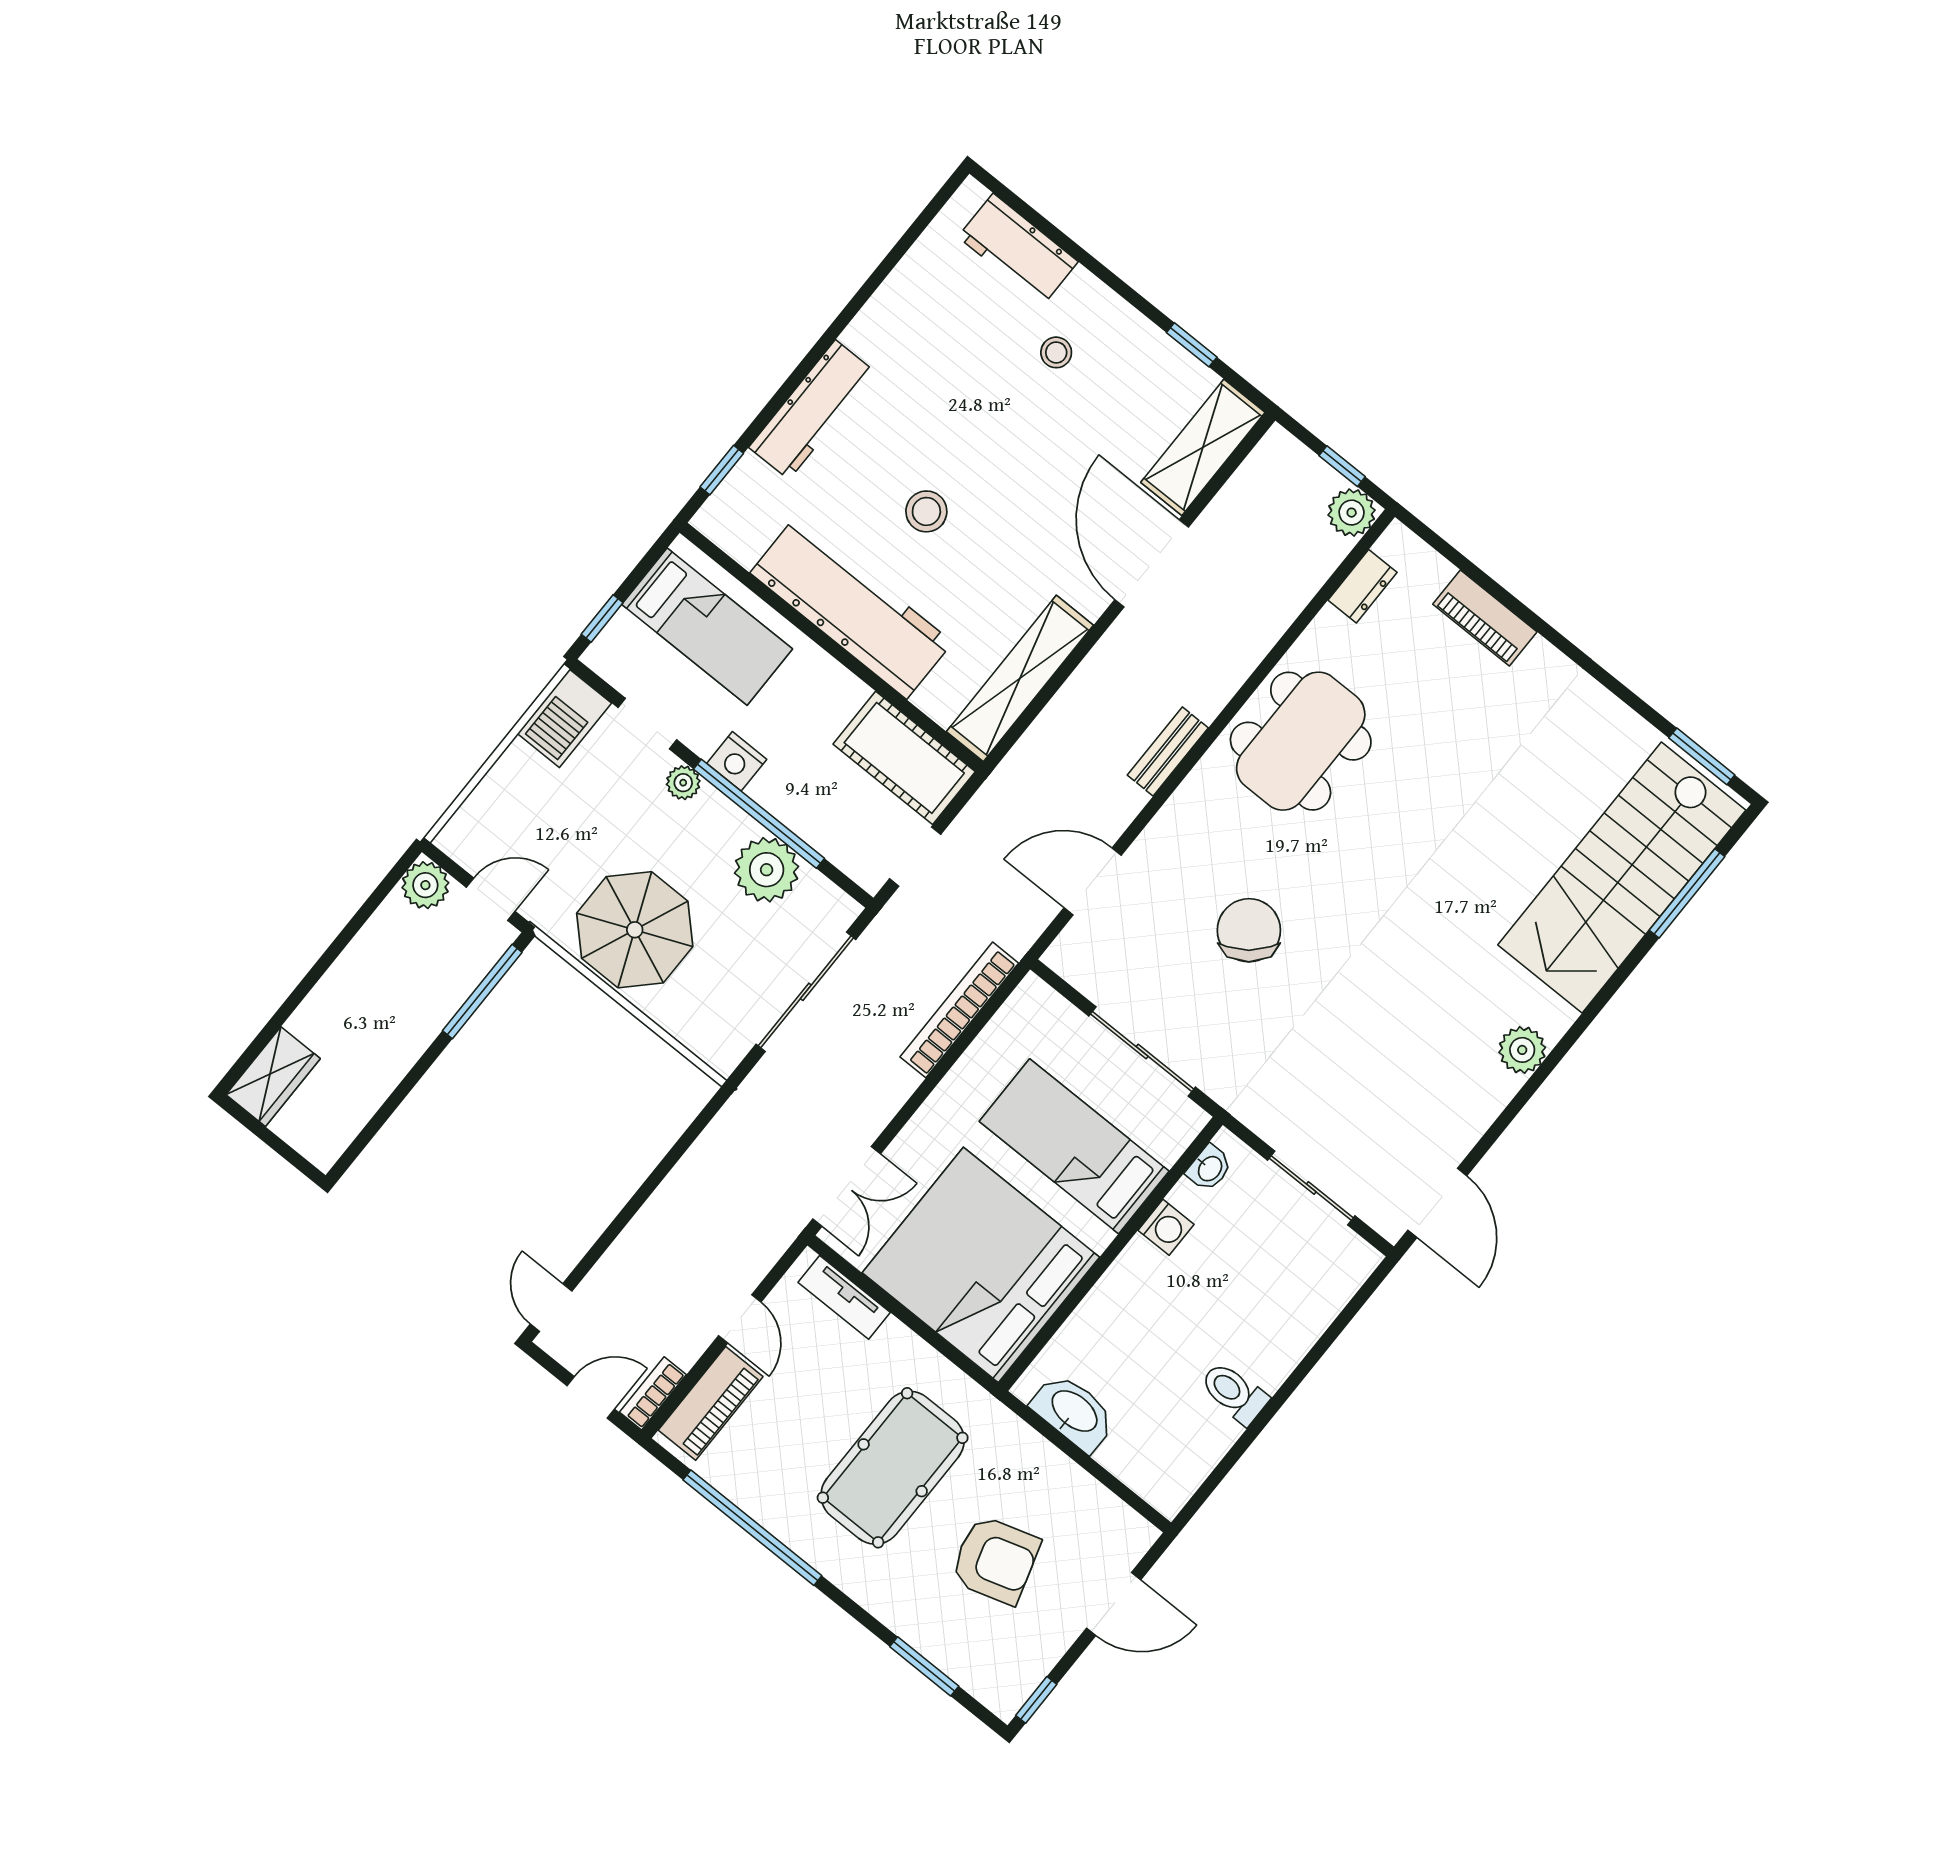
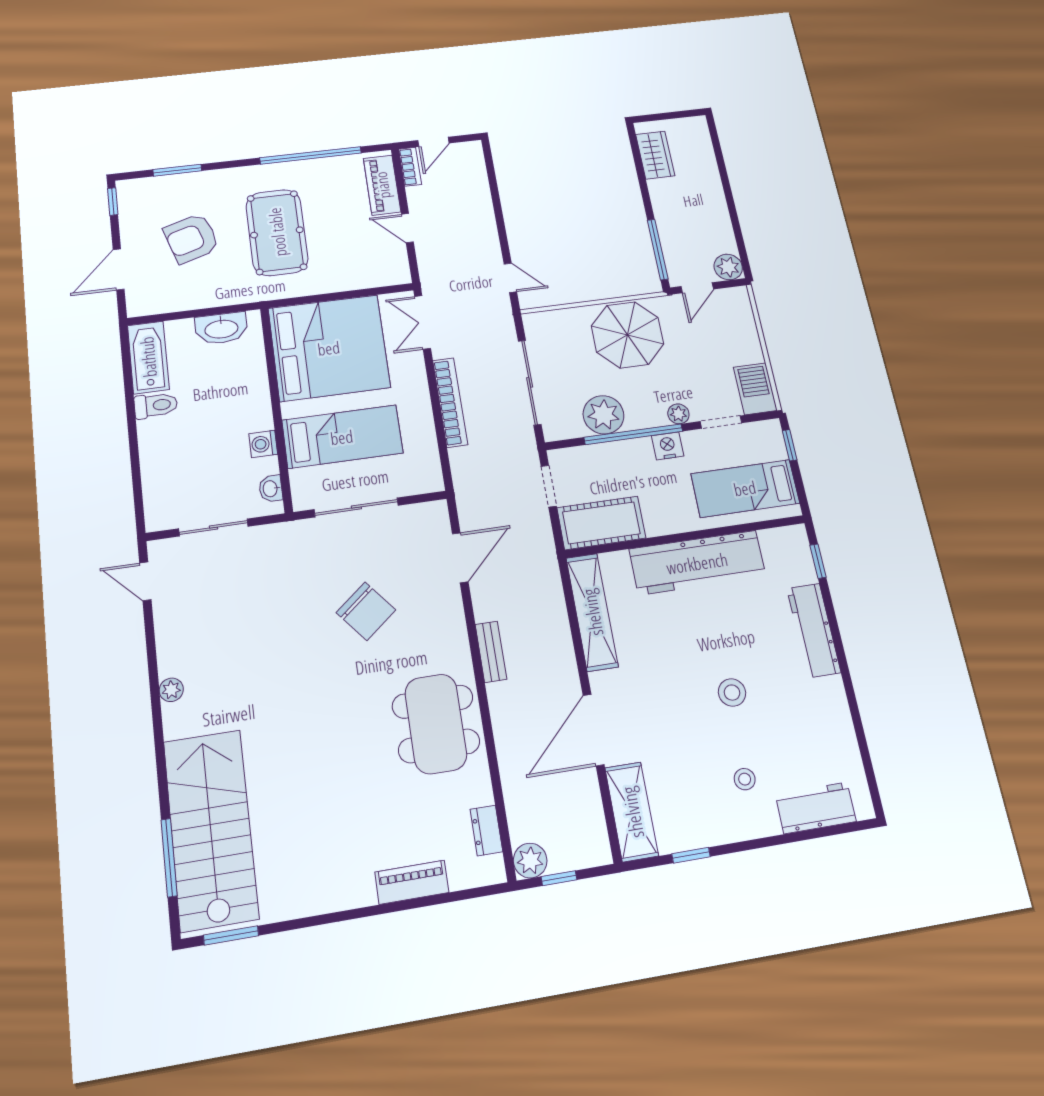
stool: (926, 511) -> (732, 693), moved
door: (1152, 563) -> (594, 730), swing flipped
bookcase: (959, 1010) -> (450, 402), moved
plant: (1522, 1050) -> (171, 690), width x0.73, depth x0.73
wardrobe: (273, 1077) -> (655, 155), moved, turned 180
door: (1437, 1203) -> (145, 581), width x0.73
tv unit: (844, 1297) -> (373, 278), removed
door: (551, 1308) -> (510, 278), moved
bathtub: (1186, 1460) -> (148, 357), added

